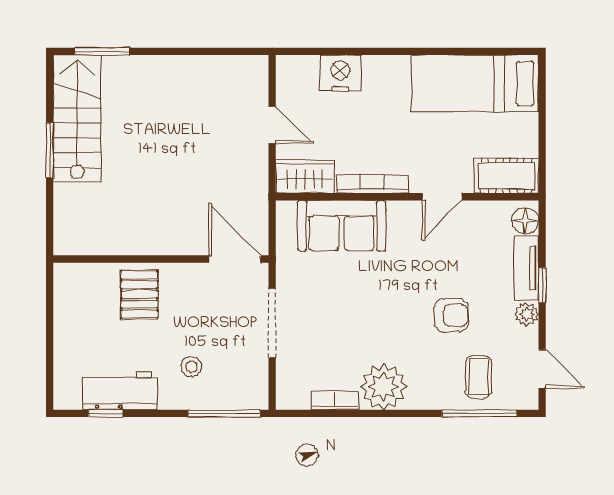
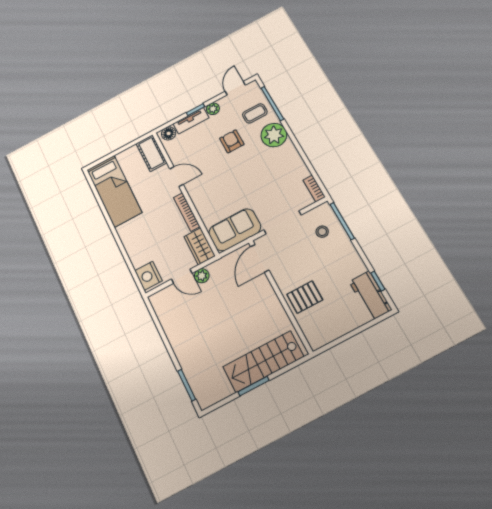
nightstand: (340, 73) -> (148, 276), moved
stairs: (77, 118) -> (263, 362), moved
door: (272, 125) -> (182, 276), swing flipped
plant: (256, 156) -> (202, 276), added
sofa: (342, 226) -> (235, 230), moved, turned -90
stool: (192, 367) -> (322, 232), moved
plant: (384, 387) -> (274, 135), moved
workbench: (120, 391) -> (370, 296), moved
bookcase: (335, 400) -> (314, 189), moved

